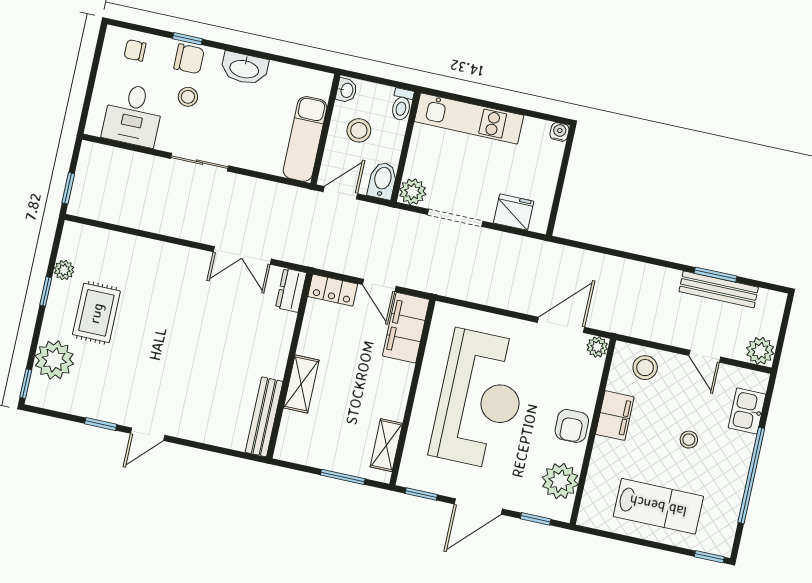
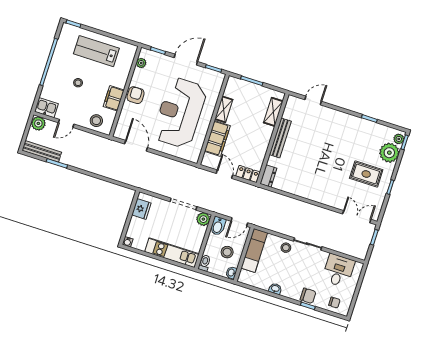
chair: (189, 59) -> (308, 296), turned 180
washbasin: (244, 68) -> (275, 289), width x0.52, depth x0.69
stool: (188, 97) -> (286, 248), moved
fridge: (514, 212) -> (141, 209), moved, turned -90
double door: (242, 255) -> (357, 217), moved
plant: (64, 270) -> (399, 139), moved
bench: (719, 289) -> (42, 151), moved
rug: (96, 313) -> (366, 174), turned 90
door: (561, 325) -> (136, 146), swing flipped
filing cabinet: (406, 328) -> (217, 138), moved
plant: (597, 347) -> (119, 133), removed
door: (705, 356) -> (66, 123), swing flipped
shelving: (301, 384) -> (273, 112), moved
kitchen sink: (747, 411) -> (46, 108), moved, turned -90
bench: (264, 417) -> (280, 138), moved
door: (148, 434) -> (313, 101), moved
shelving: (386, 445) -> (224, 109), moved
plant: (560, 481) -> (141, 63), width x0.53, depth x0.53

